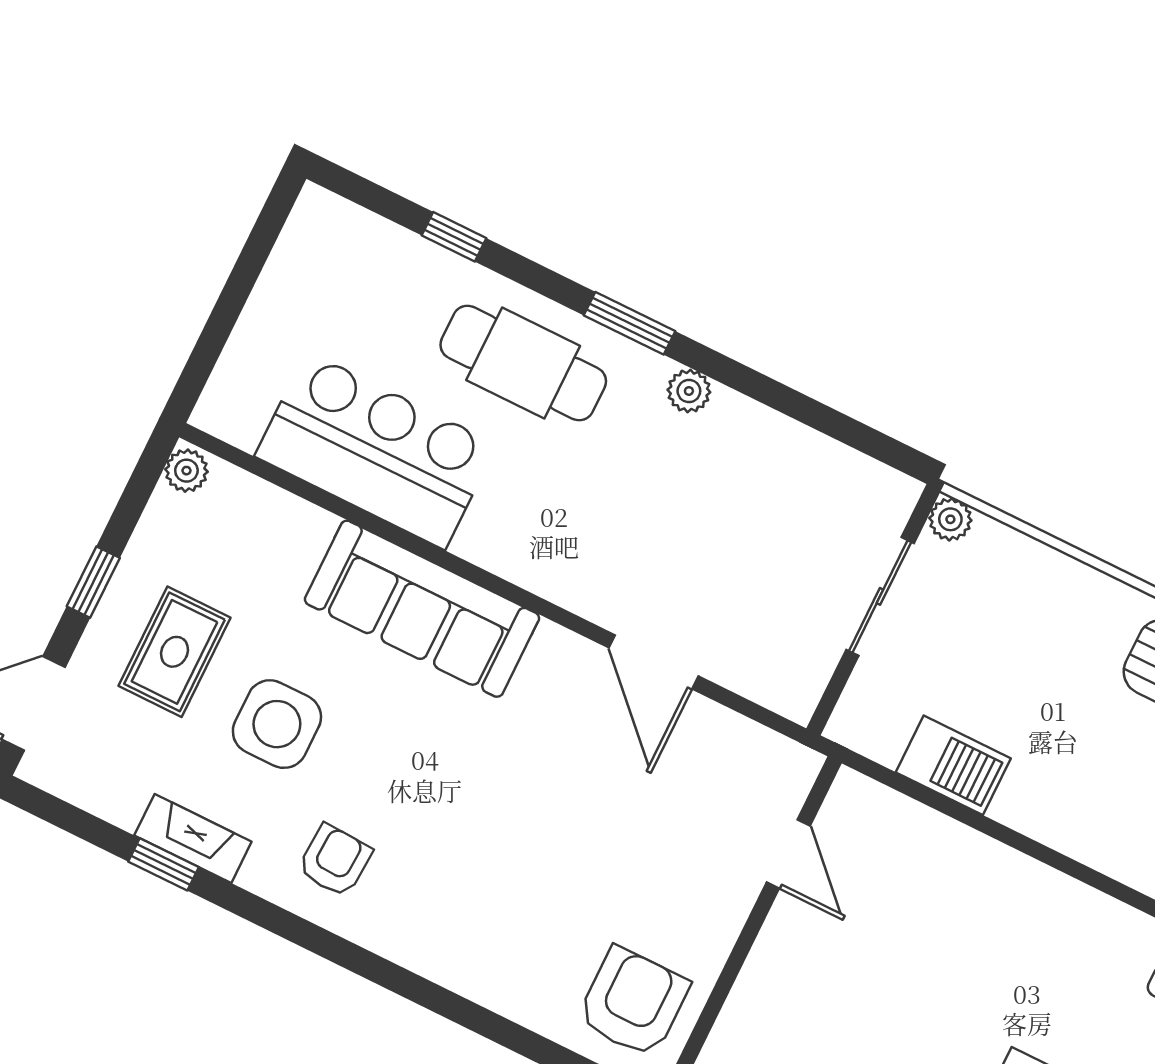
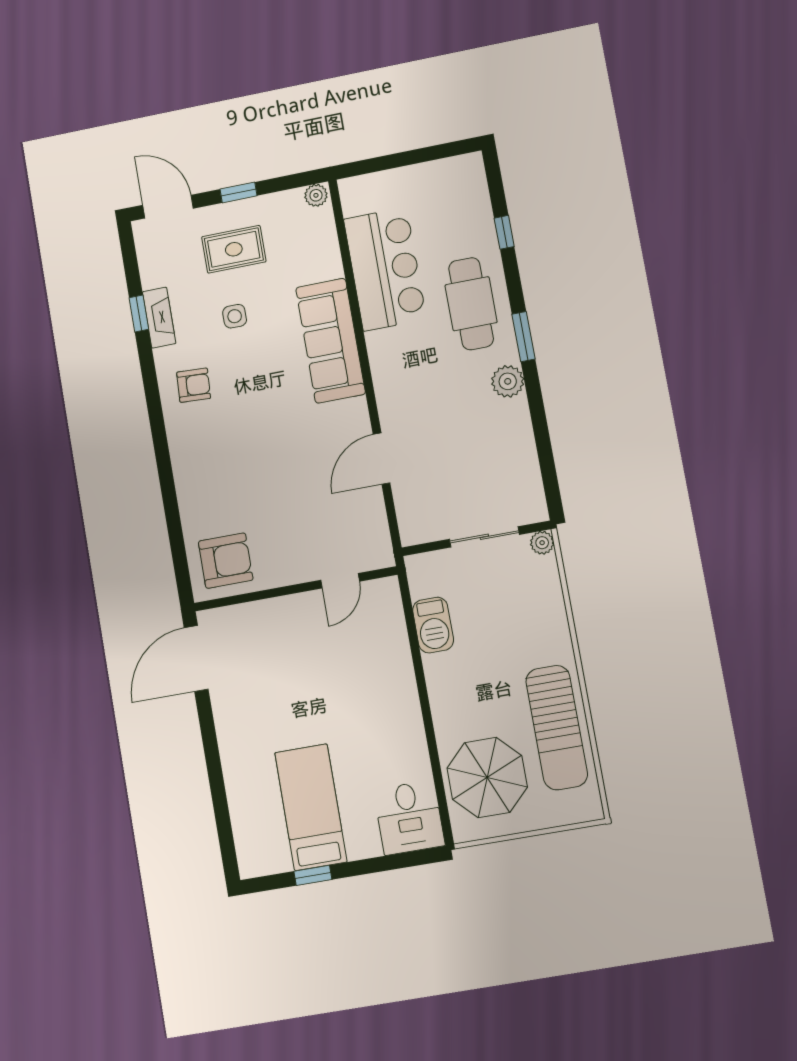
plant: (689, 391) -> (508, 381), width x1.38, depth x1.38
side table: (277, 724) -> (235, 316), width x0.54, depth x0.54

